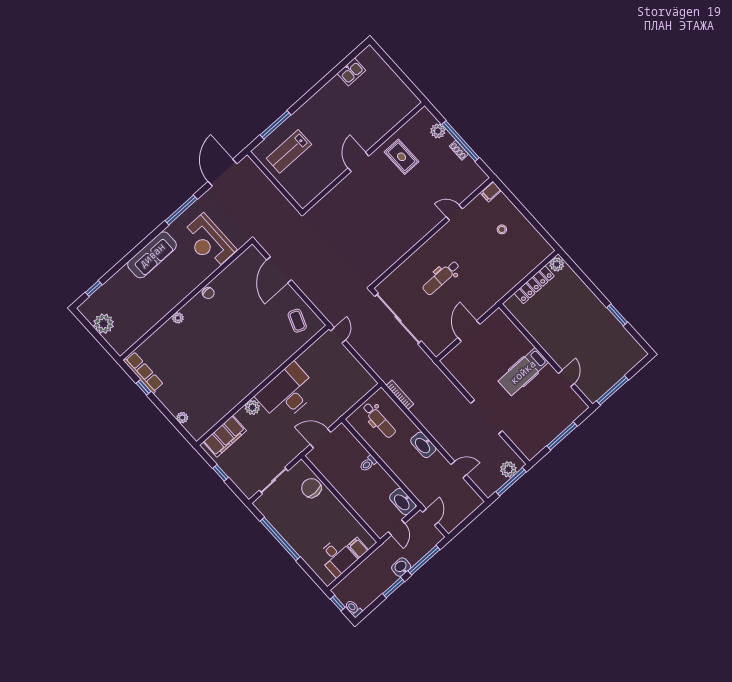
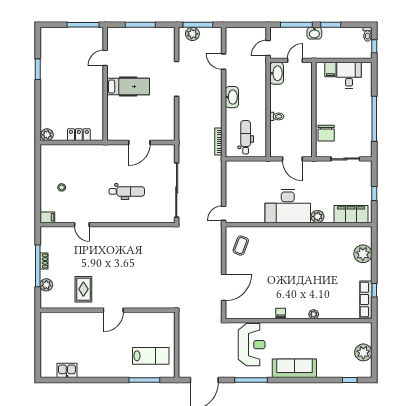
locker: (534, 285) -> (79, 135), width x0.66
plant: (182, 418) -> (363, 254), width x1.88, depth x1.88

